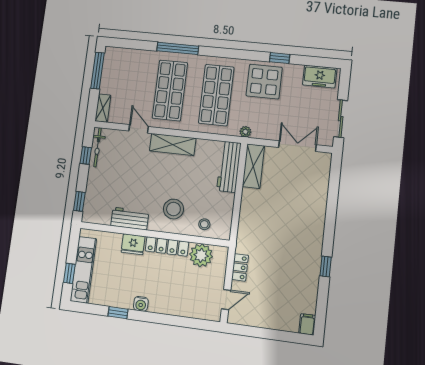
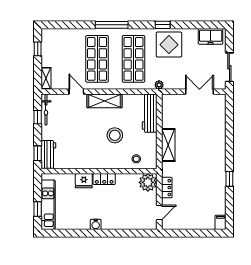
window: (178, 48) -> (112, 25), moved
window: (280, 58) -> (163, 25), moved
window: (98, 71) -> (38, 49), width x0.46
shelving: (253, 166) -> (168, 145), moved
stool: (173, 209) -> (115, 135), moved
workbench: (130, 219) -> (48, 154), moved, turned 90
locker: (167, 246) -> (104, 179), width x0.66
plant: (201, 255) -> (148, 182), moved
window: (118, 313) -> (79, 233), removed

